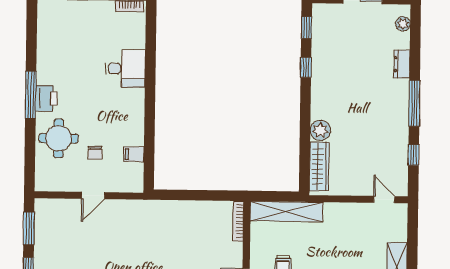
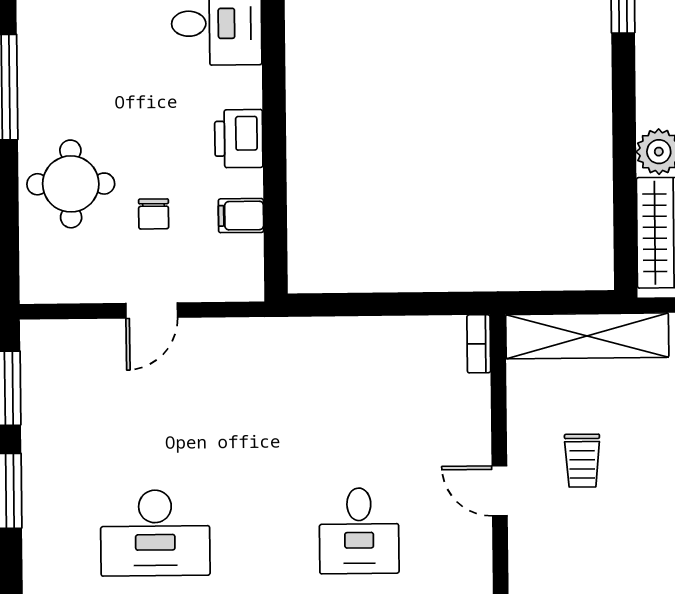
printer: (46, 98) -> (239, 139), moved, turned 180
bookcase: (238, 221) -> (479, 344), width x0.64

